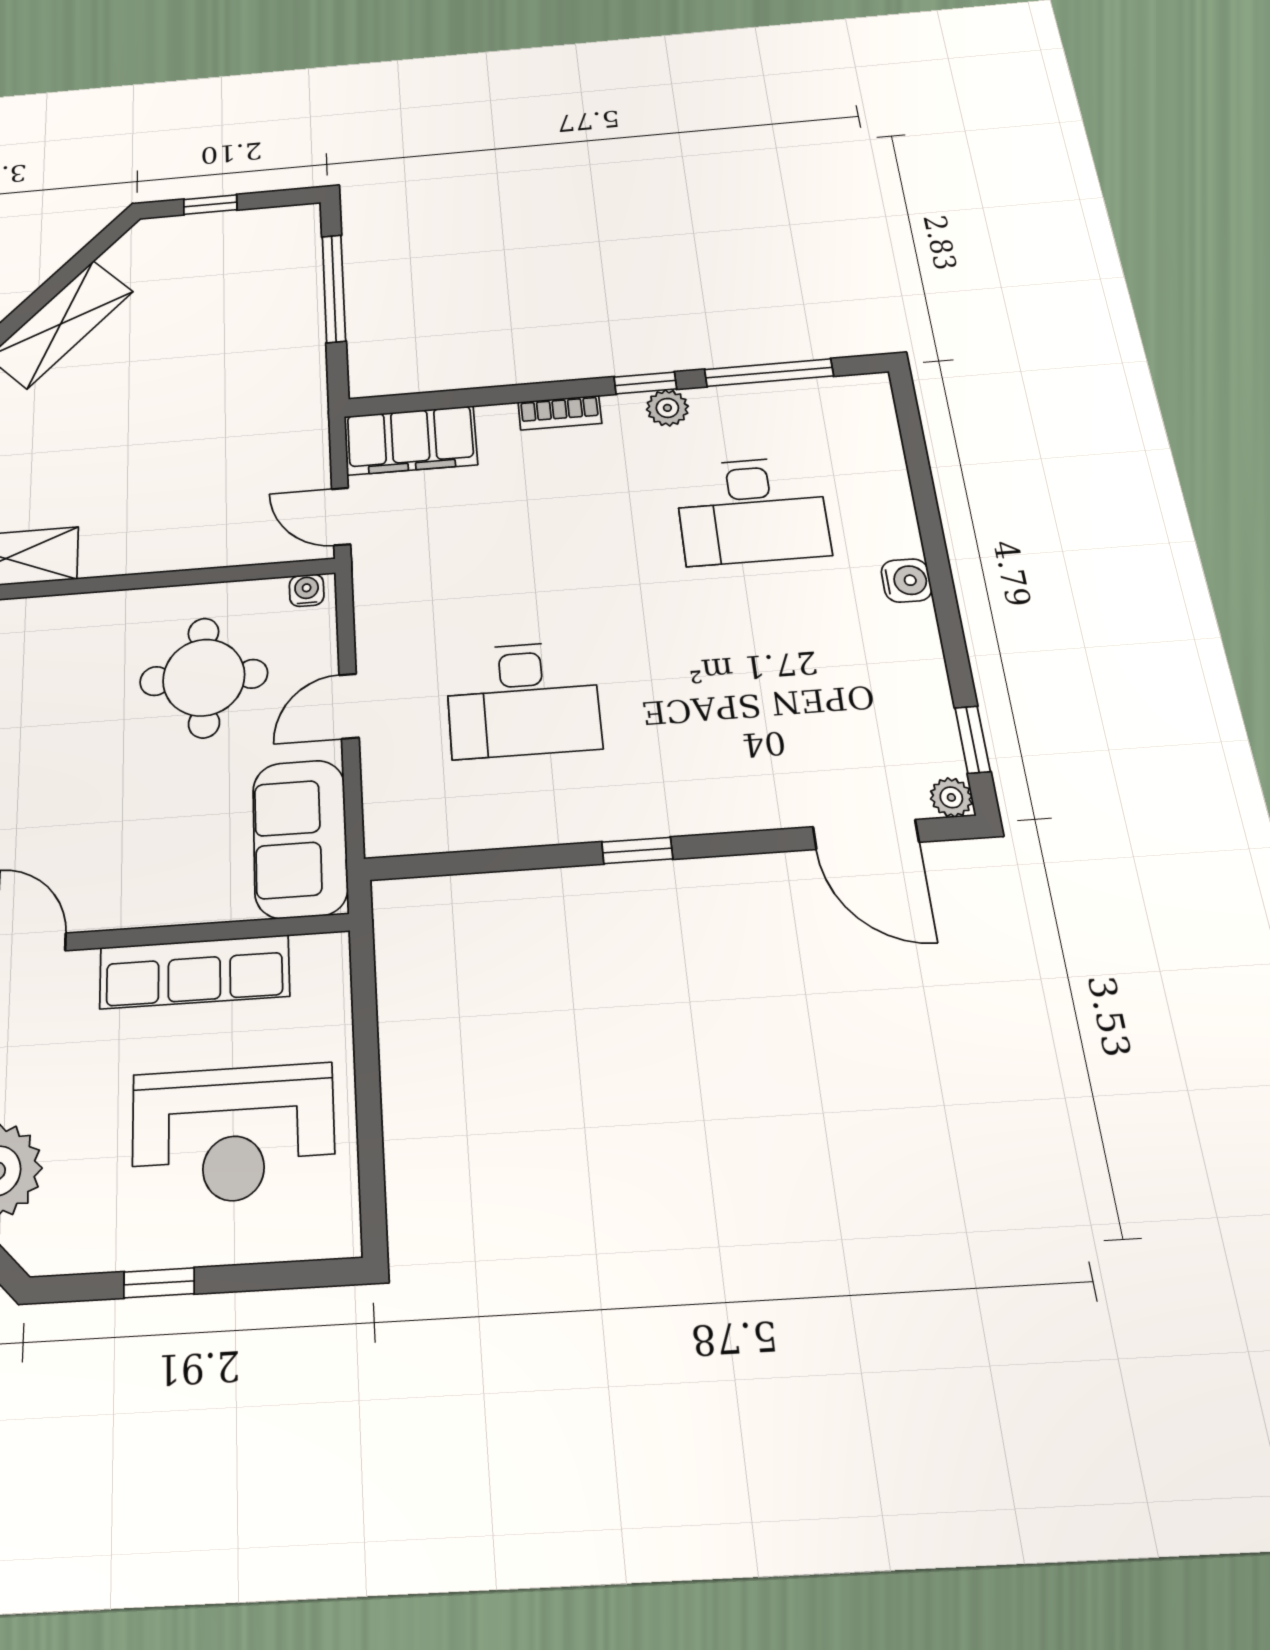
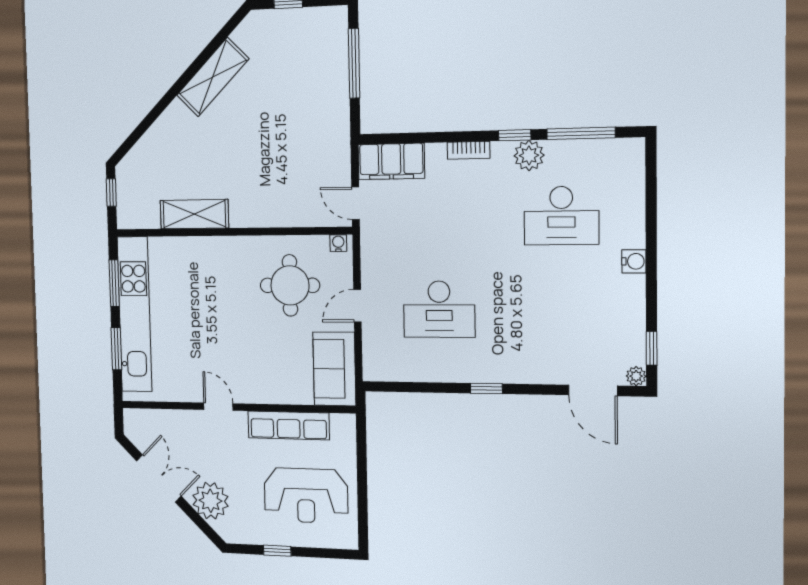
plant: (667, 408) -> (529, 155), width x1.38, depth x1.38

